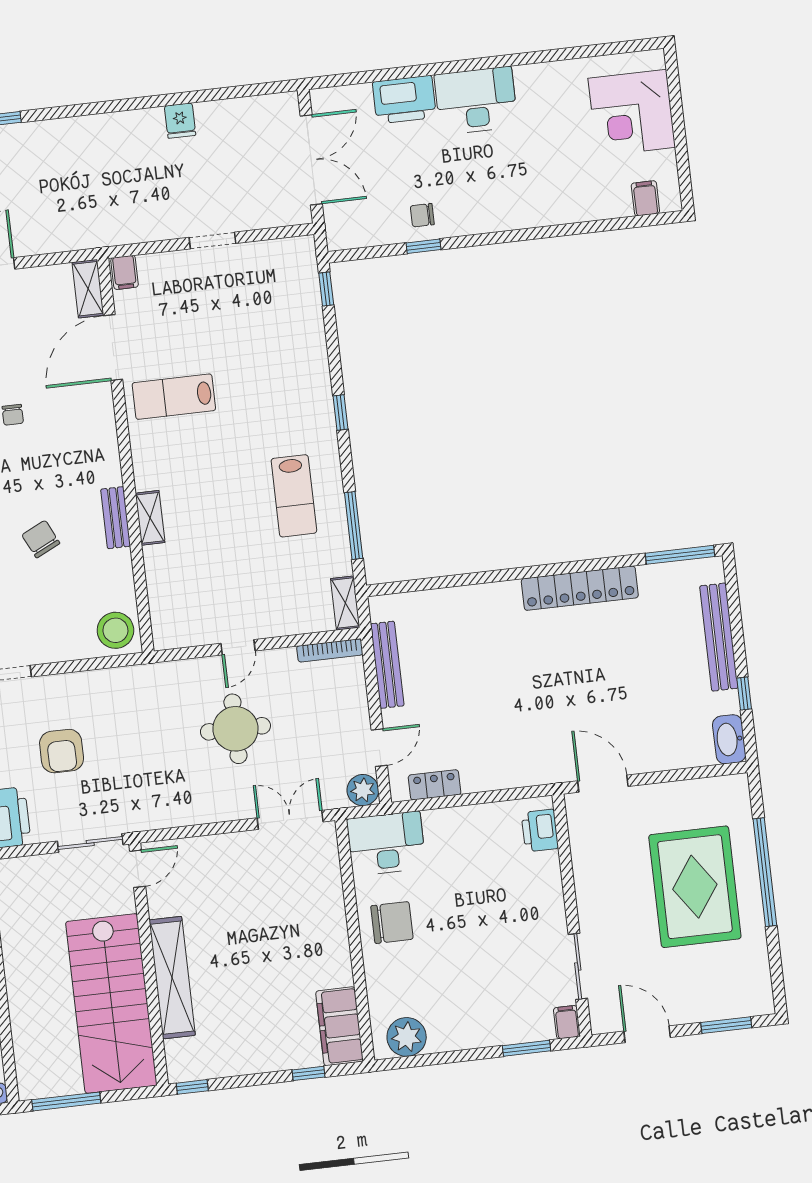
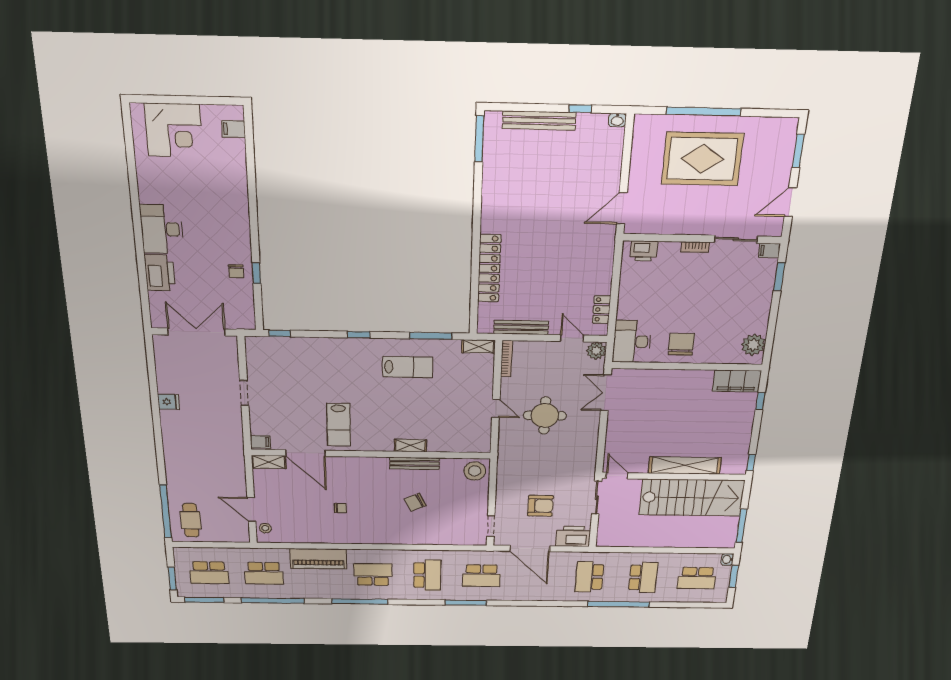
bench: (116, 518) -> (414, 463), width x1.36
locker: (580, 588) -> (489, 268), moved
washbasin: (729, 739) -> (617, 120), width x0.52, depth x0.69
bookcase: (557, 908) -> (695, 247), added

